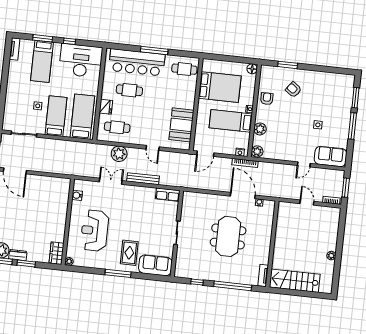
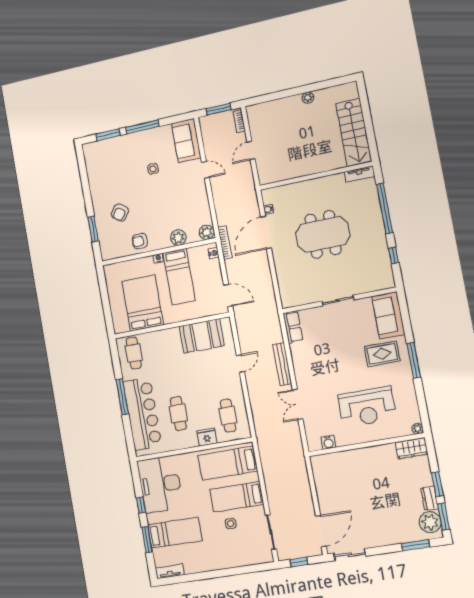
floor lamp: (252, 69) -> (110, 270), removed
plant: (119, 154) -> (260, 404), removed

